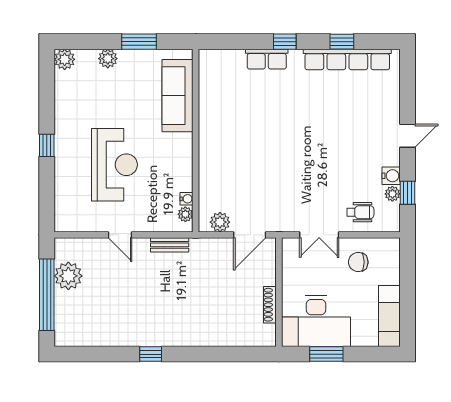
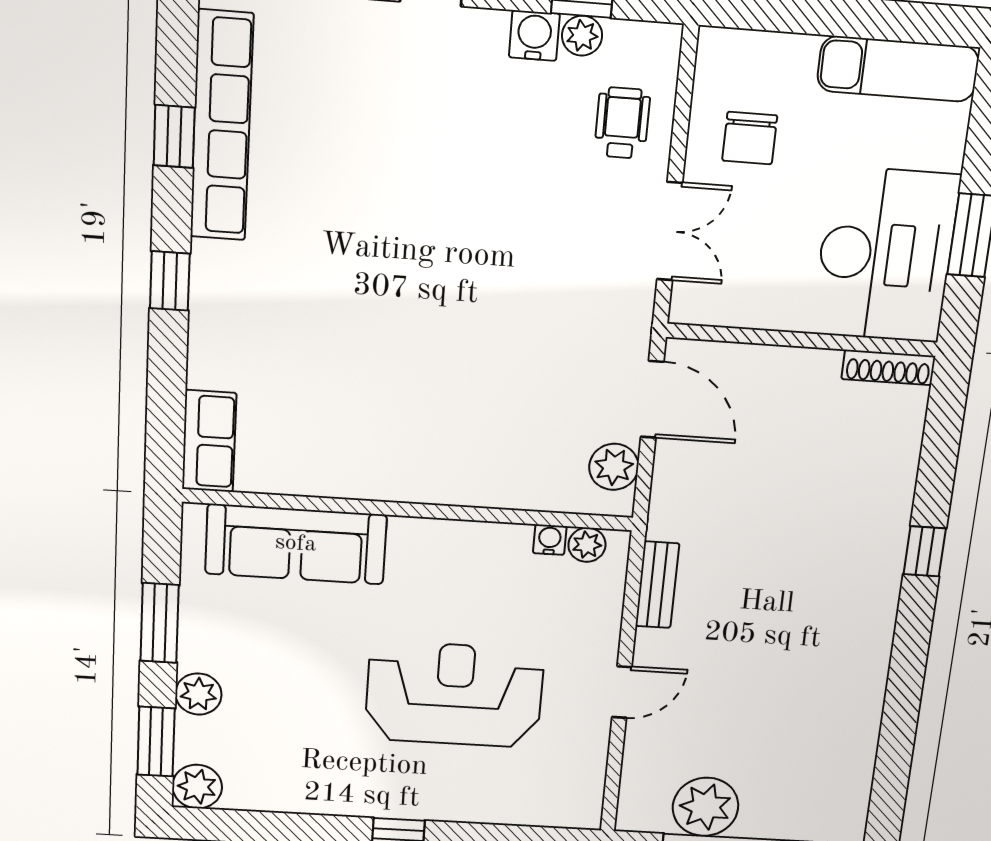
window: (85, 42) -> (156, 742), added
row of seats: (267, 59) -> (209, 441), moved
shoe rack: (270, 305) -> (888, 367), moved
window: (151, 354) -> (925, 551), moved

